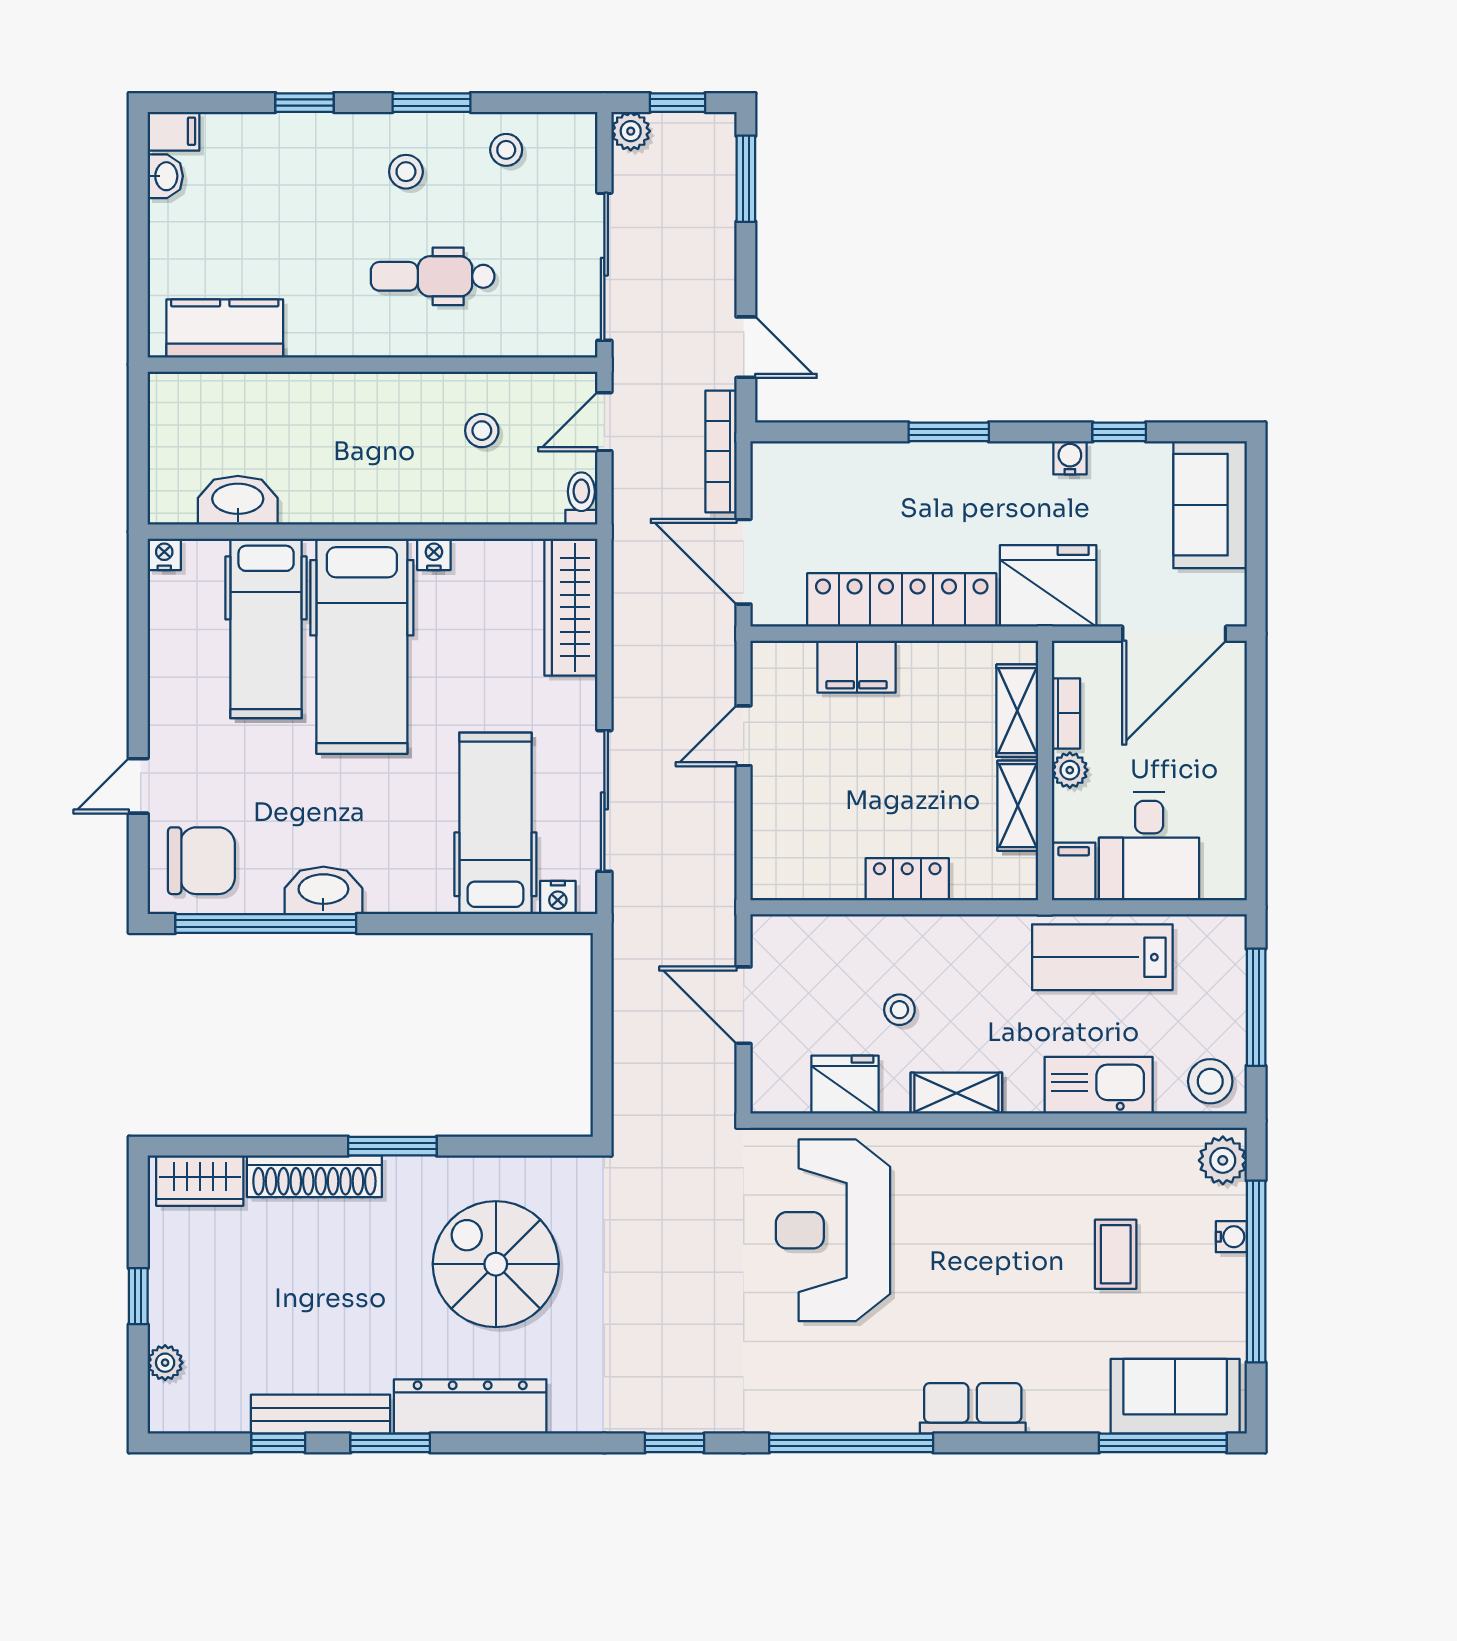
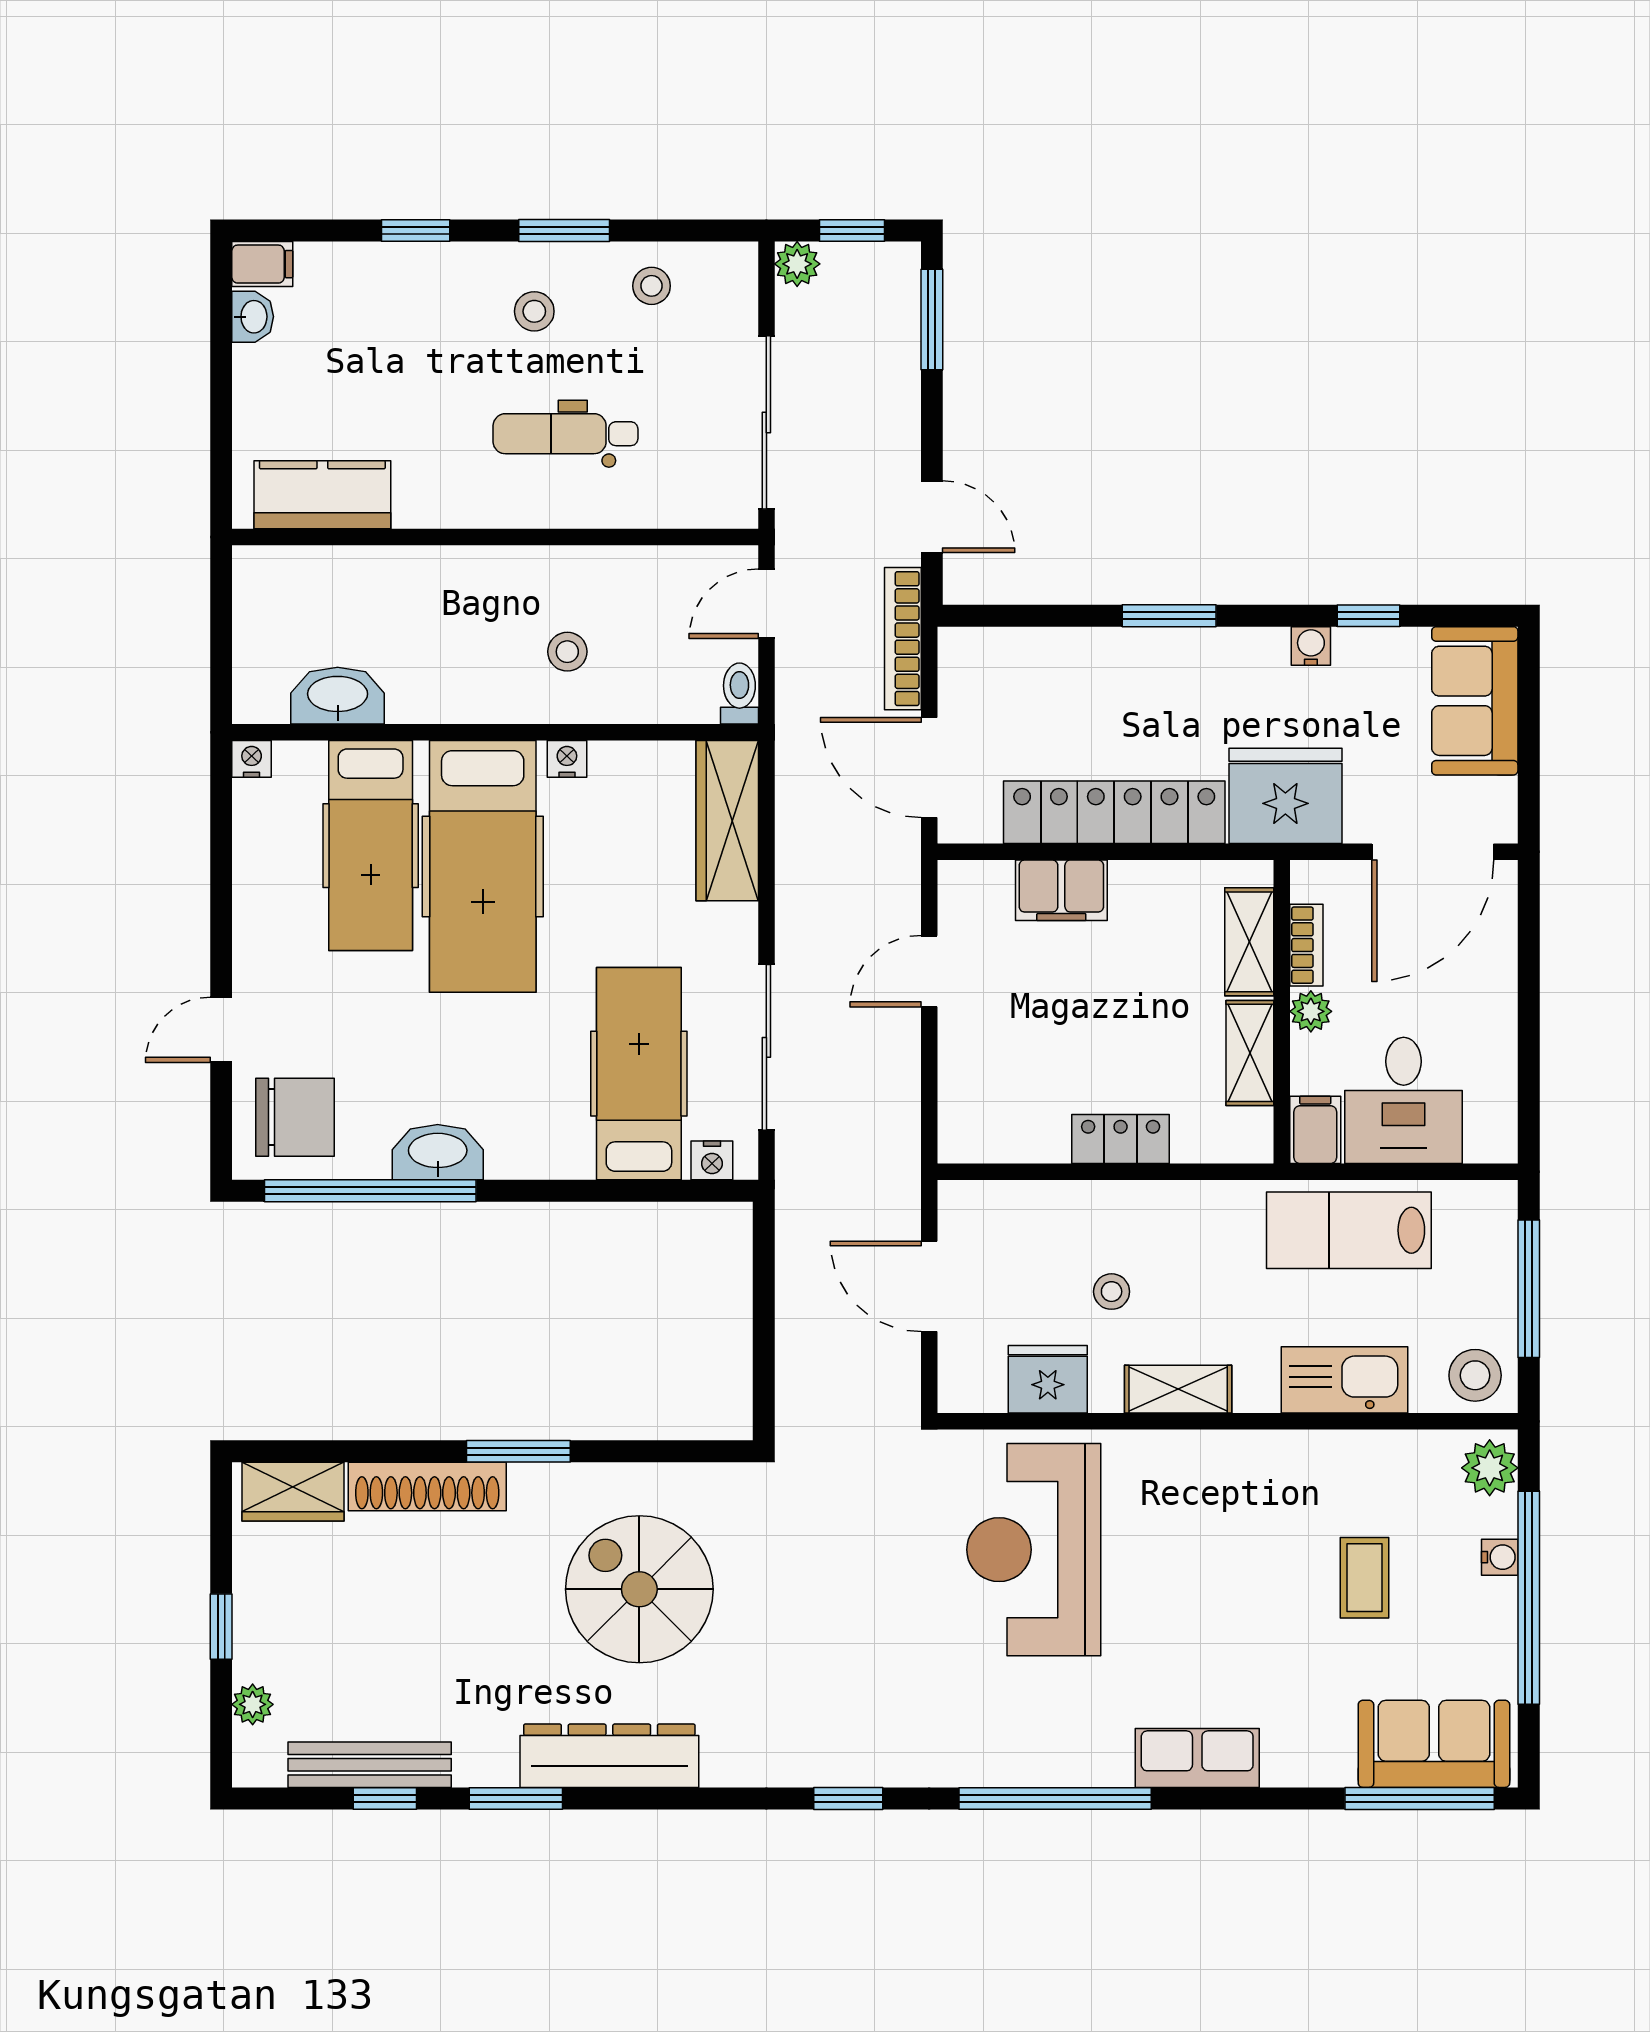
stool: (482, 431) -> (567, 652), moved
bench: (321, 1414) -> (370, 1765), moved

